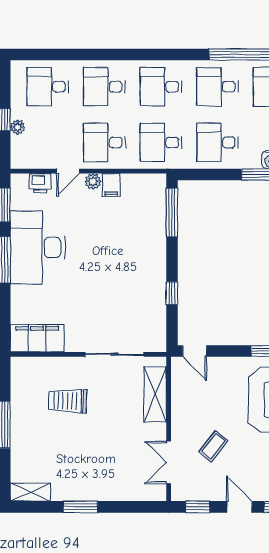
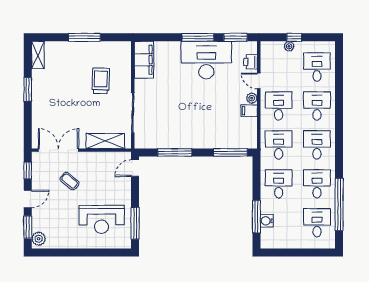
window: (172, 293) -> (175, 152), width x2.17
double door: (169, 462) -> (58, 150), width x1.37

